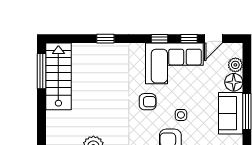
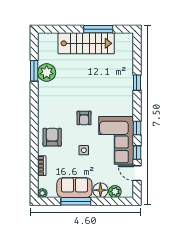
window: (42, 71) -> (98, 29), moved
stairs: (58, 76) -> (86, 43), moved
side table: (181, 115) -> (84, 150), moved

